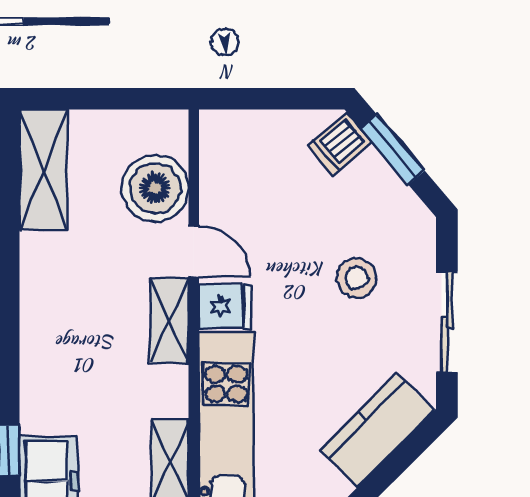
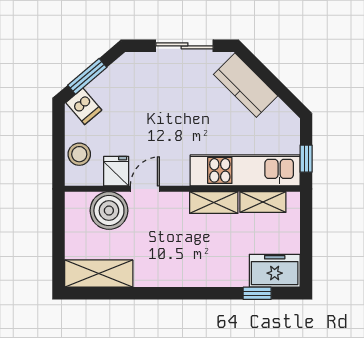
stool: (357, 278) -> (79, 154), moved
fridge: (225, 306) -> (116, 171), moved
shelving: (169, 321) -> (214, 203), moved

